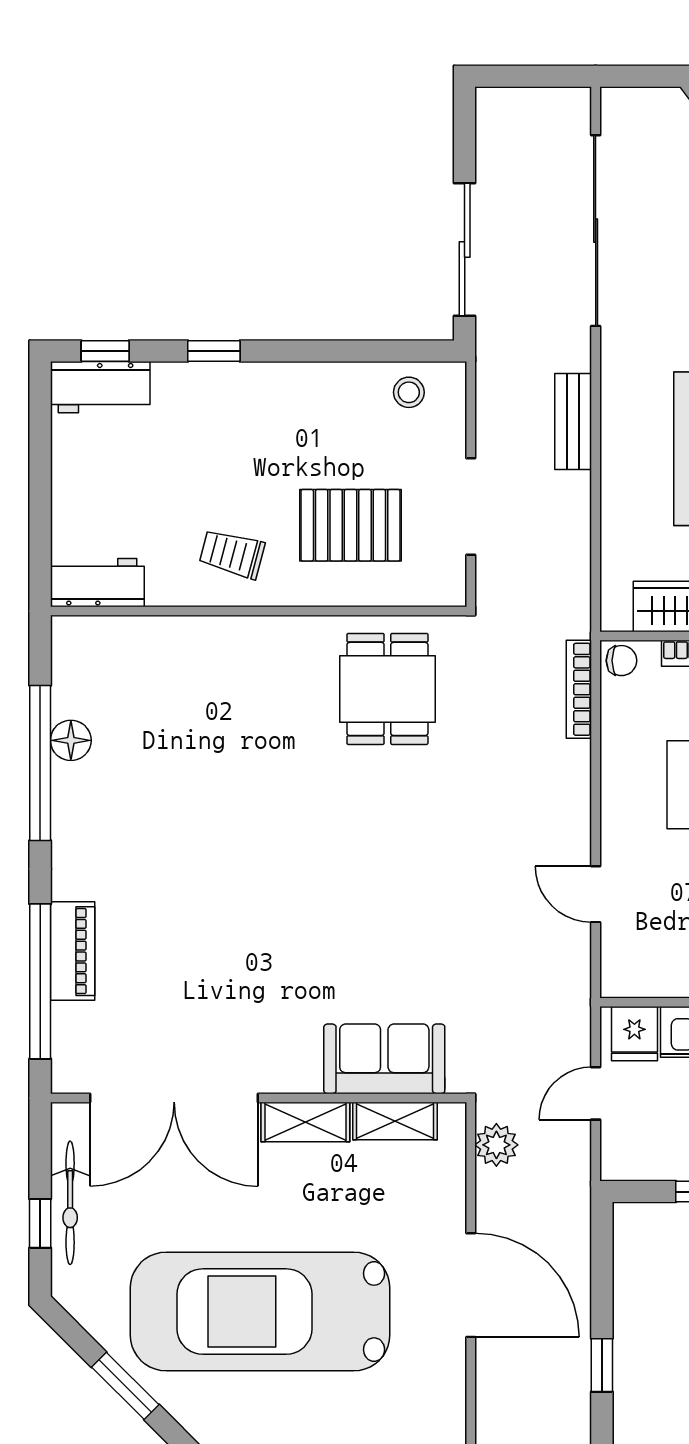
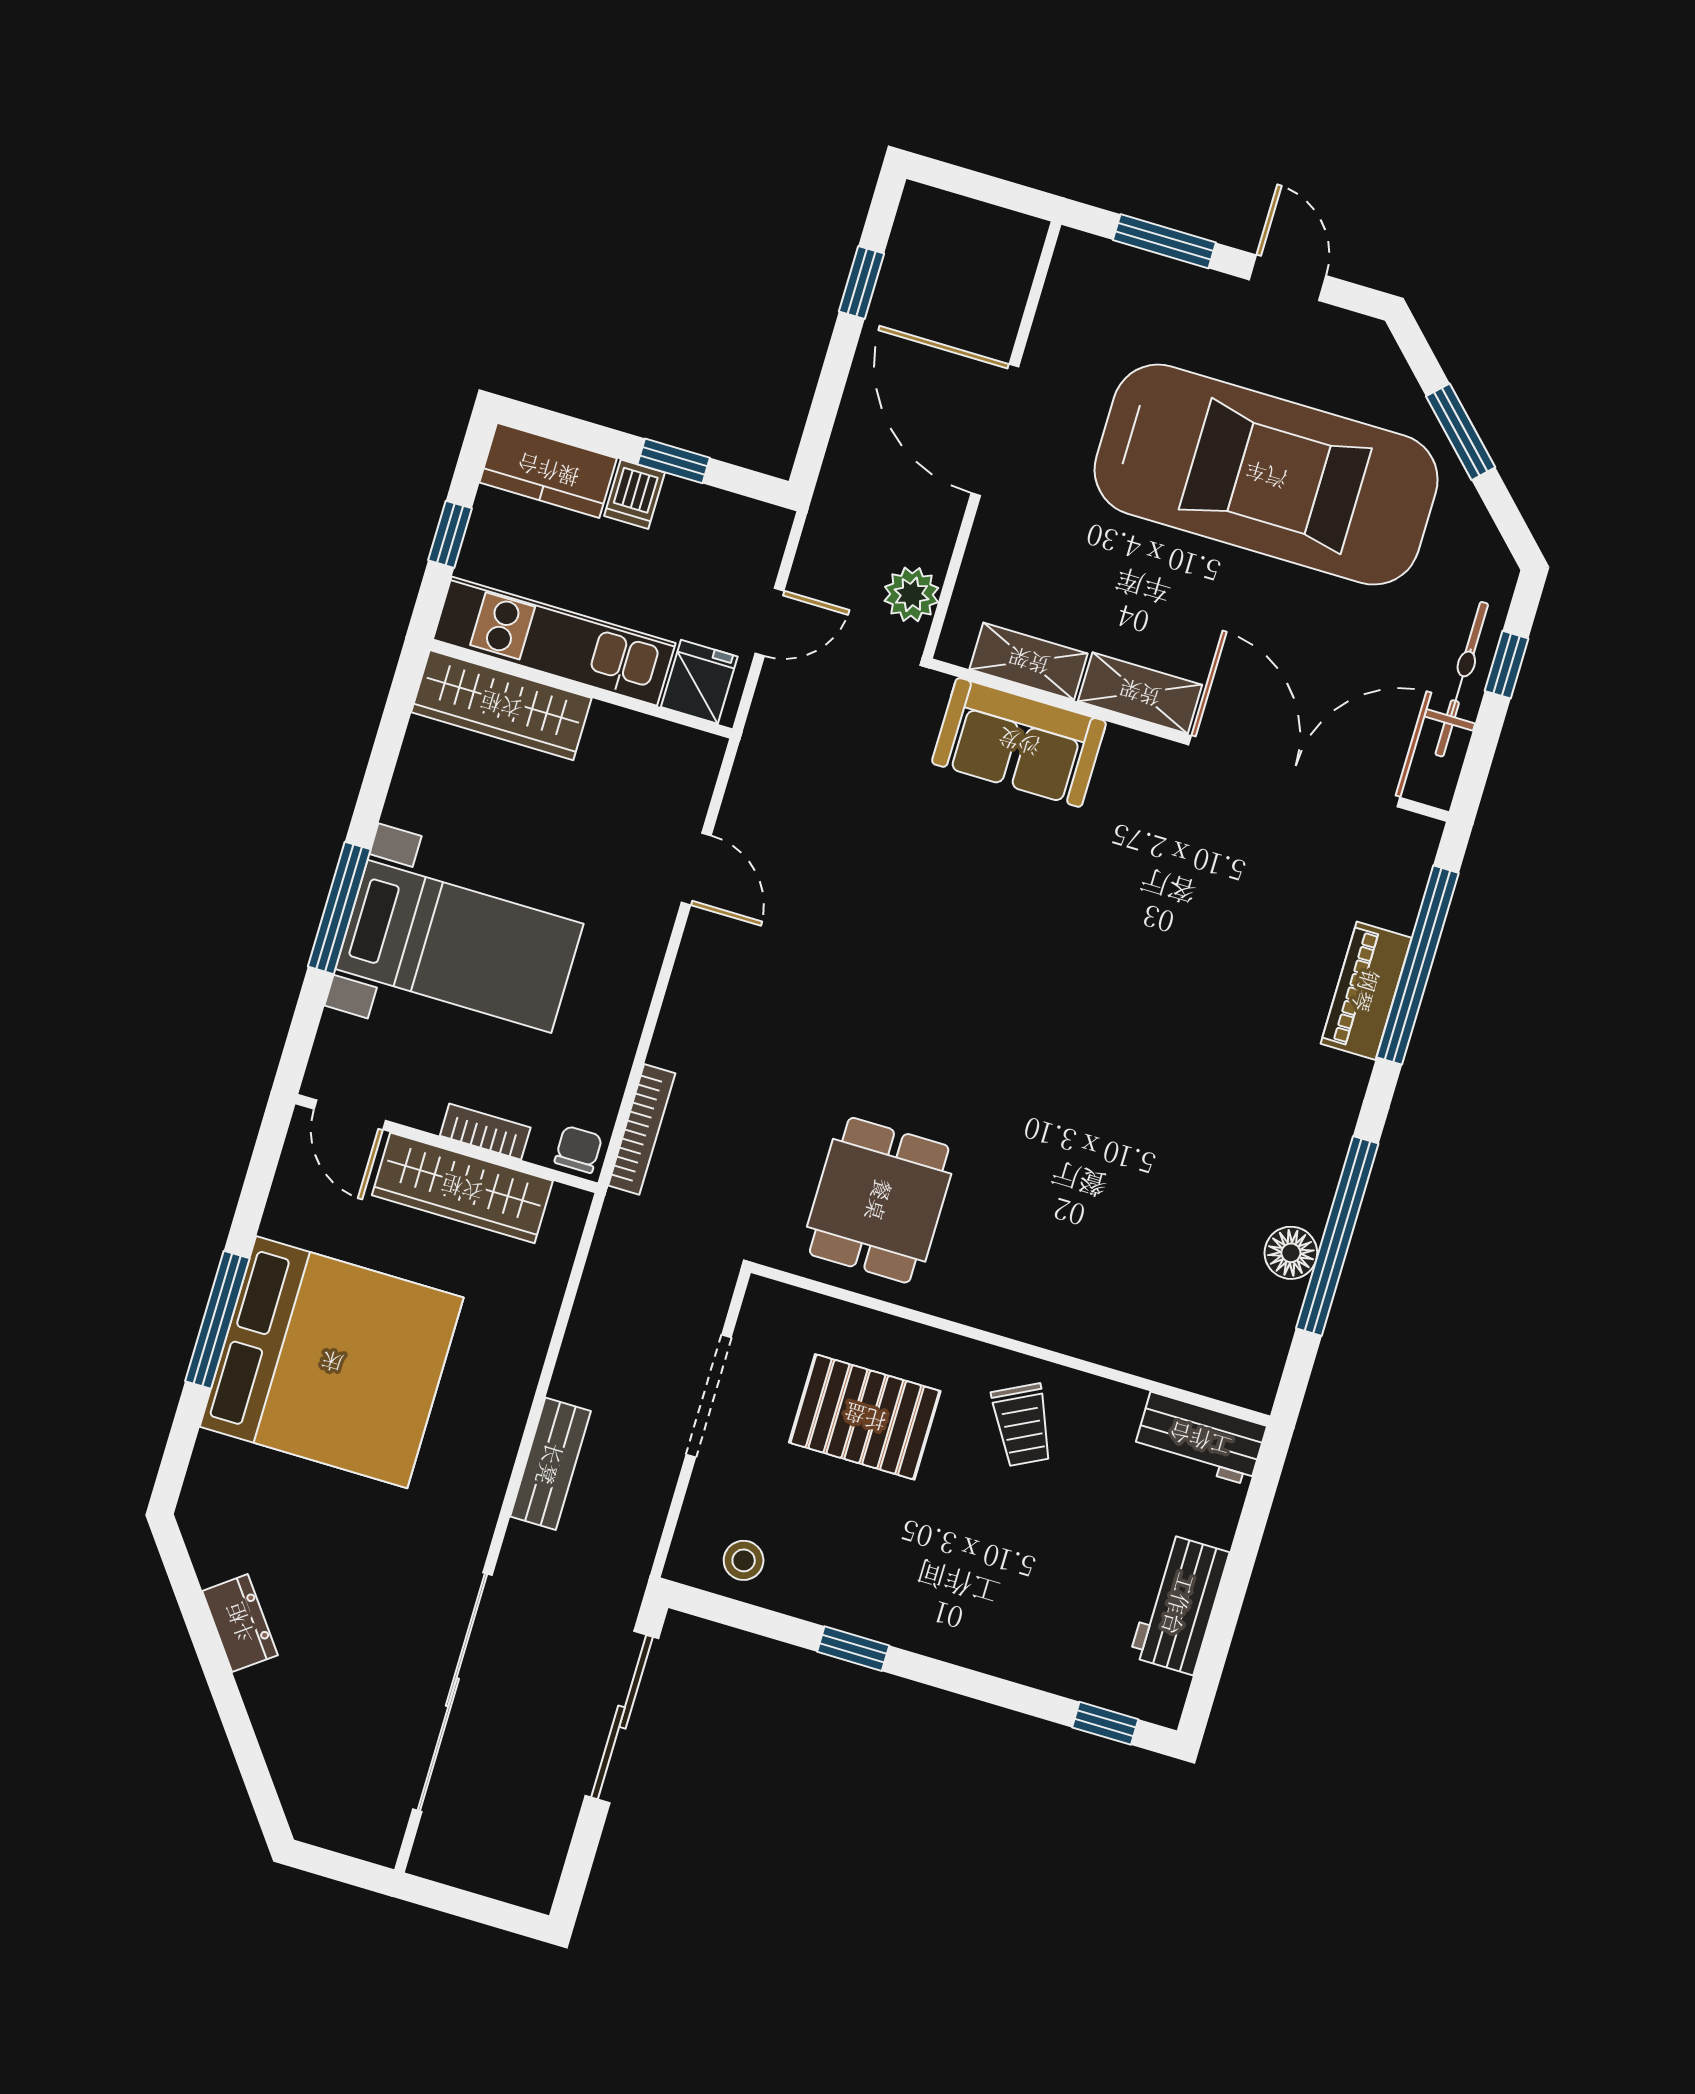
window: (214, 351) -> (853, 1649), moved
workbench: (100, 387) -> (1179, 1604), moved, turned -90
trolley: (232, 554) -> (1022, 1425), turned 48
chair: (621, 661) -> (578, 1149), turned 90

